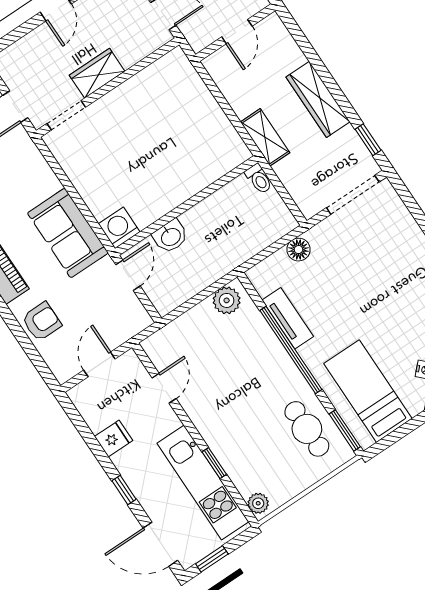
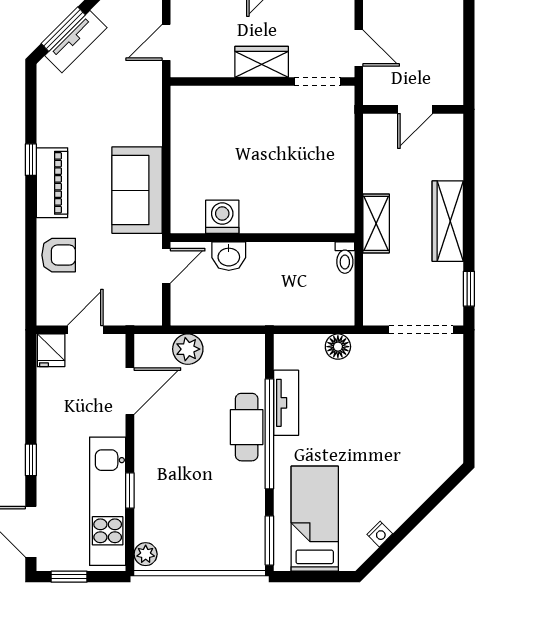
doorway: (66, 115) -> (317, 81), moved
washing machine: (119, 228) -> (222, 217), moved
plant: (227, 300) -> (188, 349), moved
door: (164, 388) -> (130, 391), width x1.38
cafe table: (307, 429) -> (247, 427), moved
fridge: (114, 439) -> (51, 350), moved, turned 90

